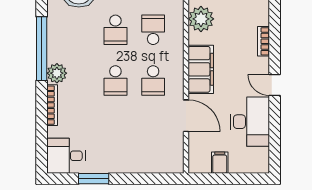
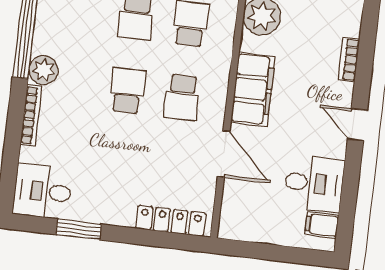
school desk: (115, 80) -> (127, 91), turned 180
desk: (250, 122) -> (314, 183), width x0.73
filing cabinet: (220, 163) -> (322, 225), moved, turned -90
locker: (156, 165) -> (171, 221), added

